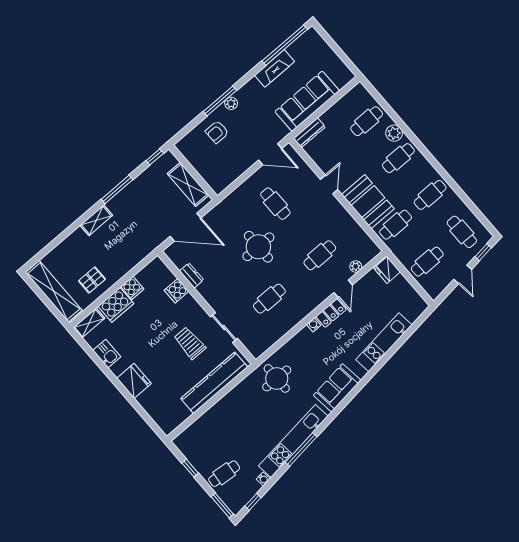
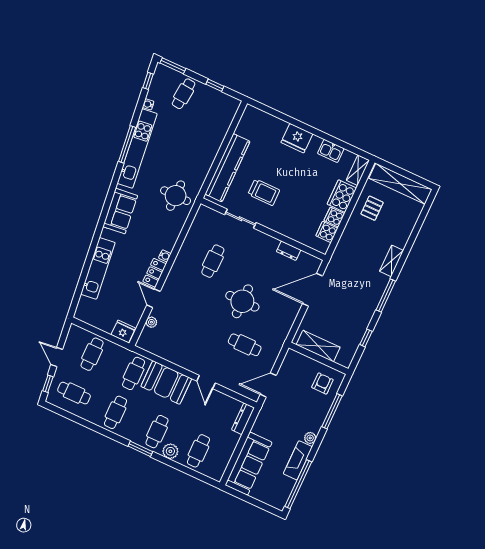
sofa: (307, 101) -> (249, 464), moved
plant: (231, 103) -> (310, 438), moved
window: (422, 149) -> (140, 449), added
wall: (193, 172) -> (319, 358), moved
shelving: (188, 184) -> (318, 346), moved
cafe table: (320, 255) -> (187, 318), removed
cooker: (177, 291) -> (327, 232), moved, turned -90

